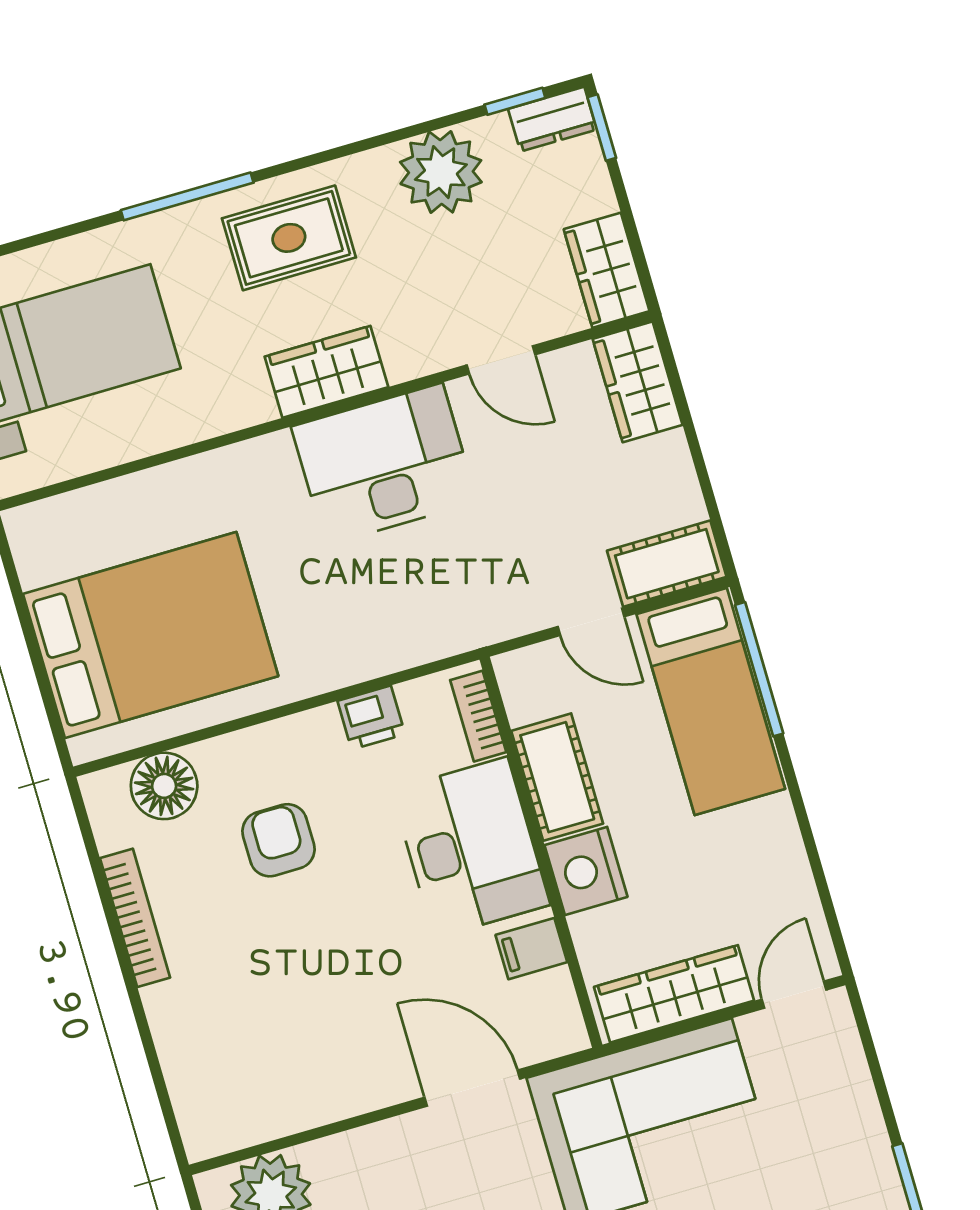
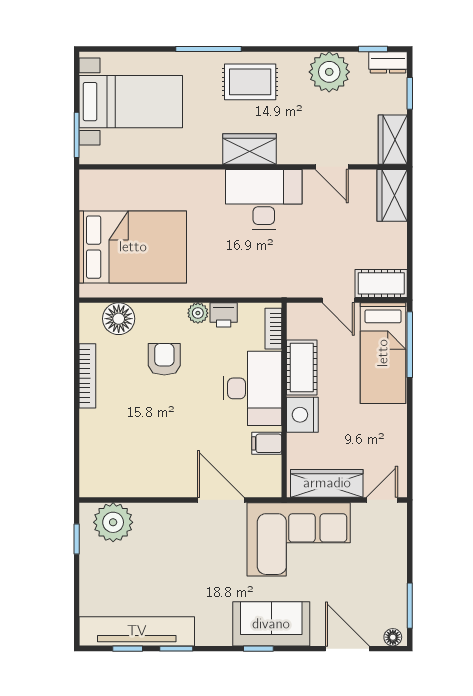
window: (602, 128) -> (410, 93), moved
plant: (319, 729) -> (198, 313), added

